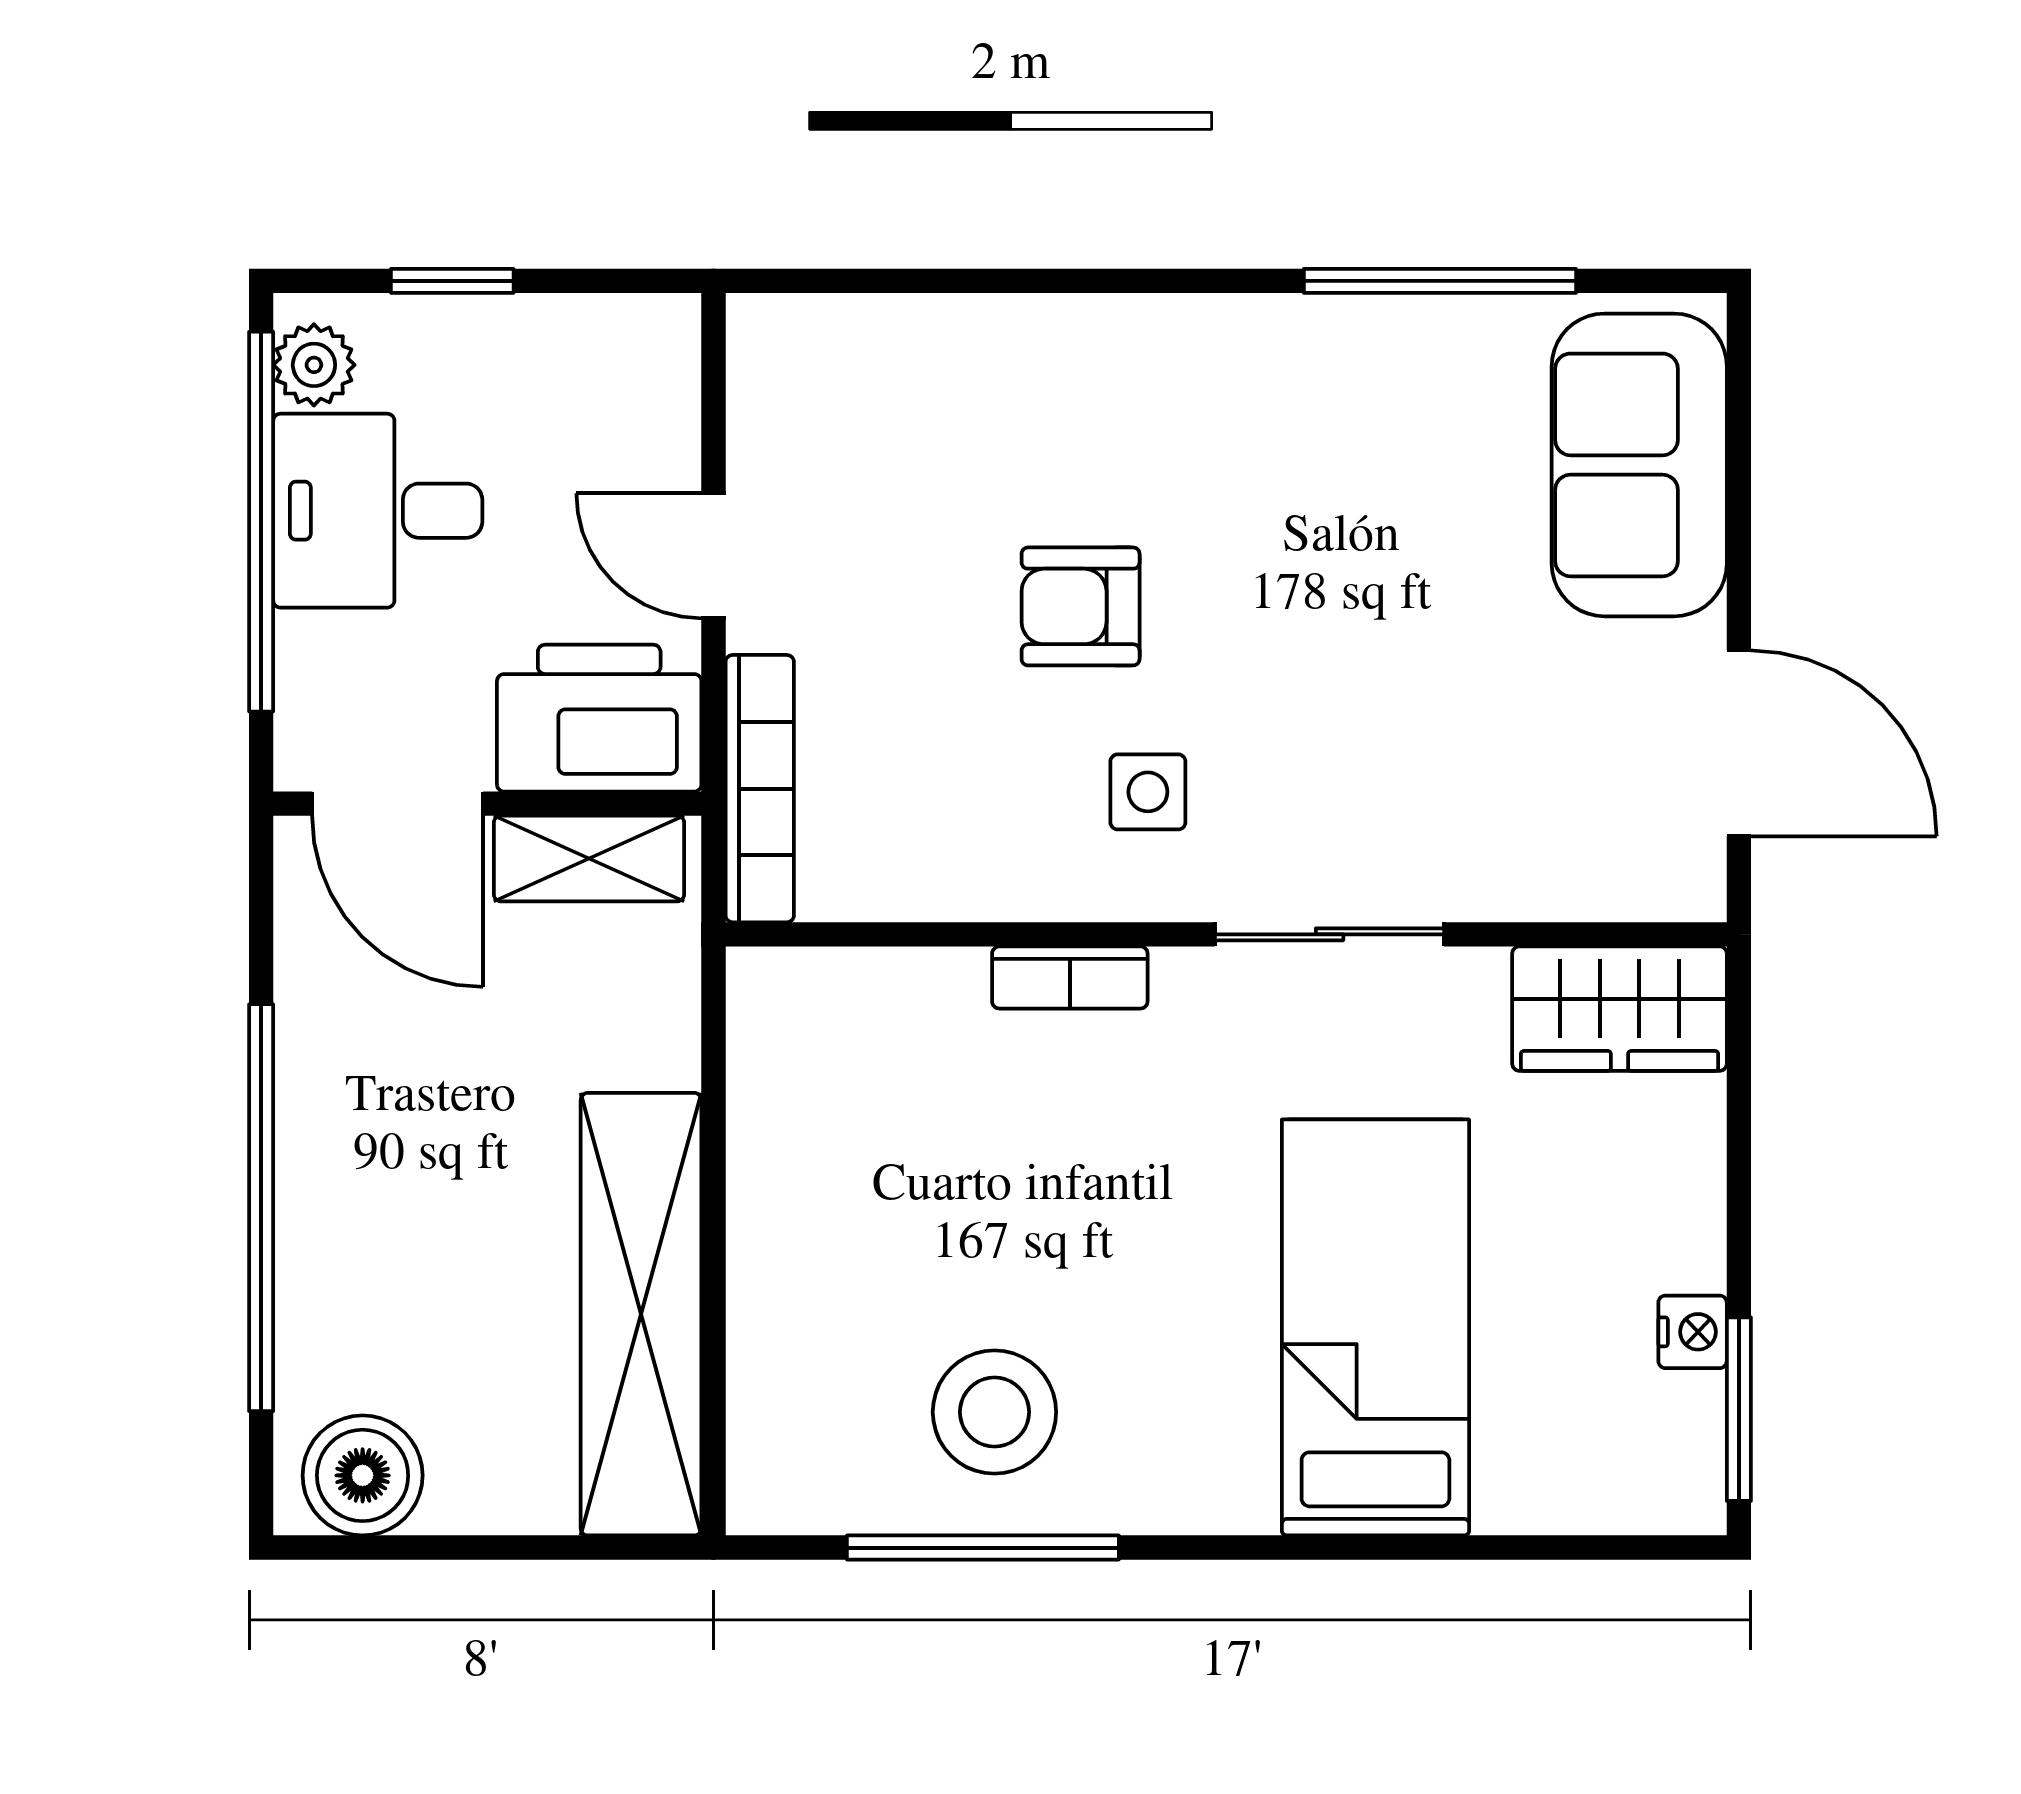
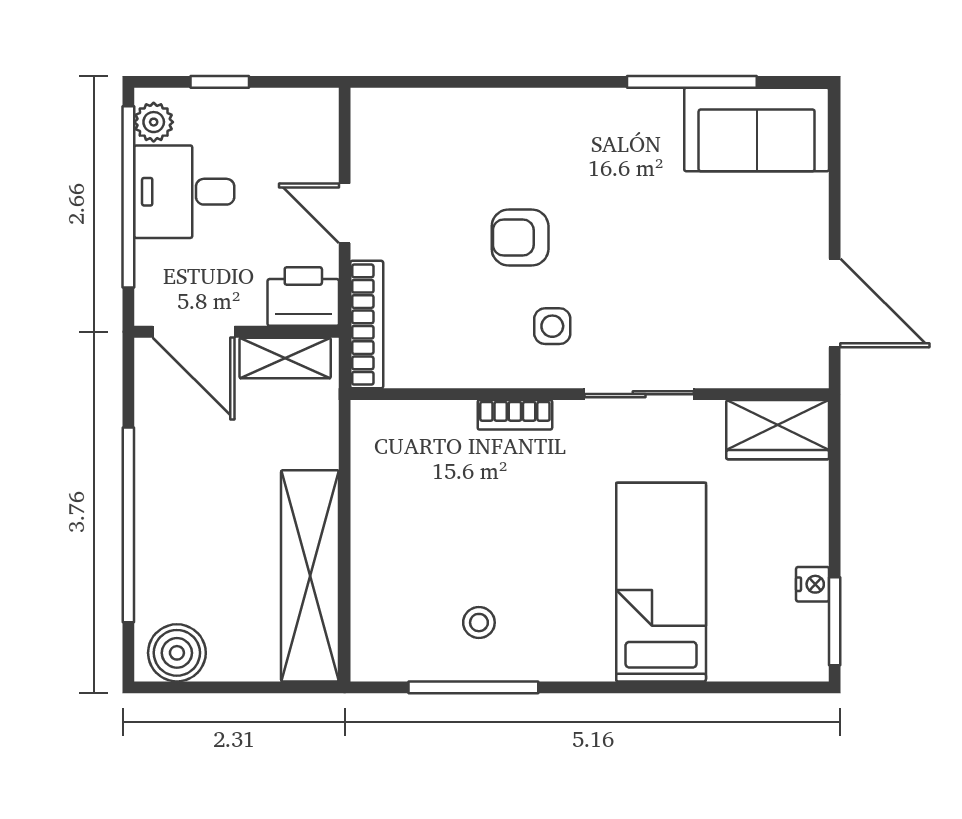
sofa: (1639, 465) -> (757, 130), moved, turned -90
printer: (599, 718) -> (303, 297), width x0.73, depth x0.84
stool: (994, 1412) -> (479, 623), width x0.53, depth x0.53

